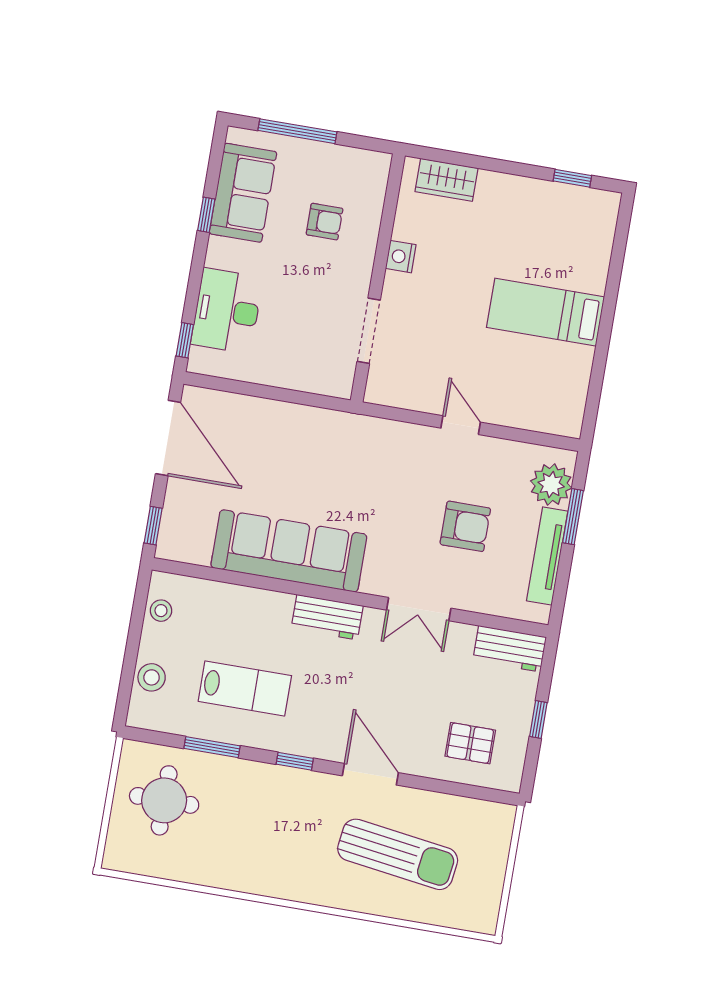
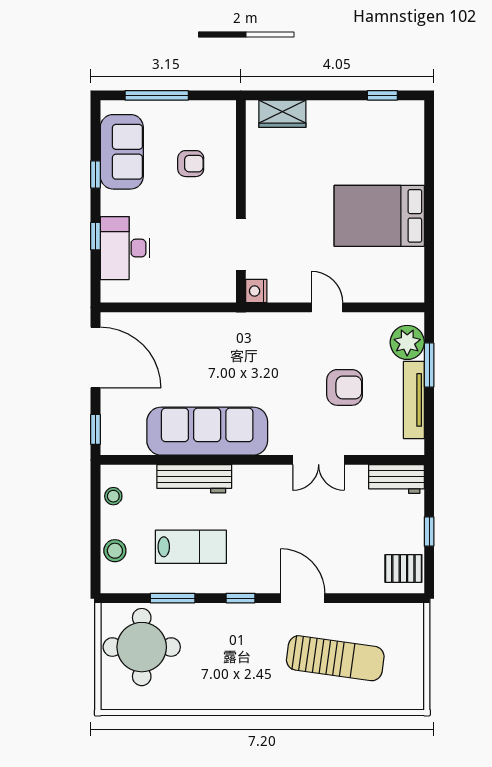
nightstand: (401, 257) -> (256, 291), moved
bed: (545, 312) -> (379, 216), width x1.50
window: (185, 340) -> (95, 236), moved
workbench: (327, 617) -> (194, 479), moved, width x1.38
pallet: (470, 743) -> (403, 568), moved
round table: (164, 800) -> (142, 647), width x1.36, depth x1.36

